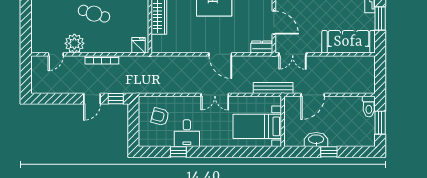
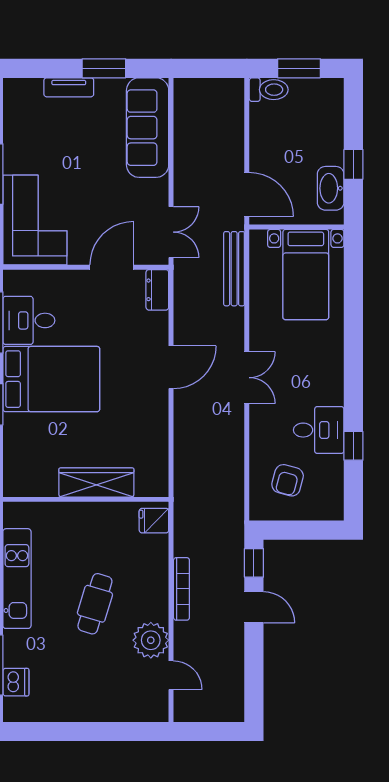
wall: (283, 121) -> (297, 227), moved
bed with nightstands: (257, 126) -> (306, 275), moved

